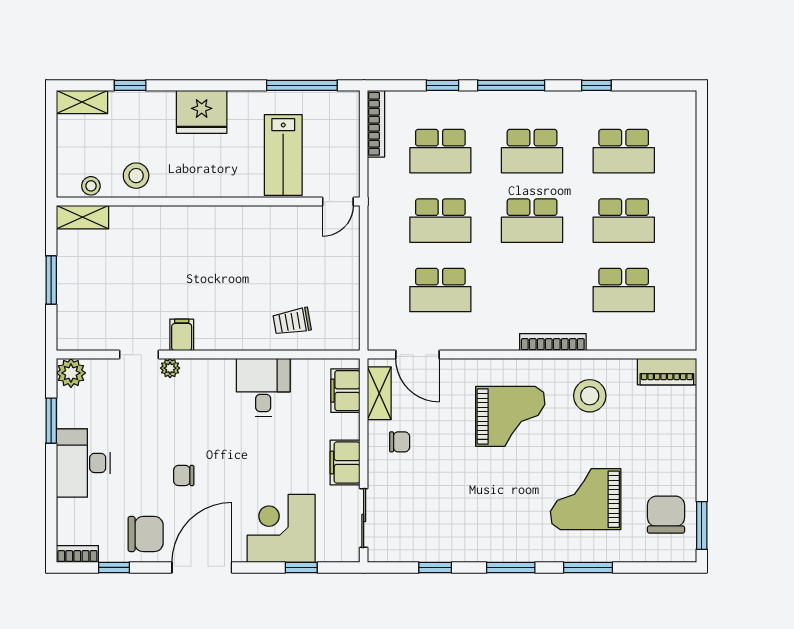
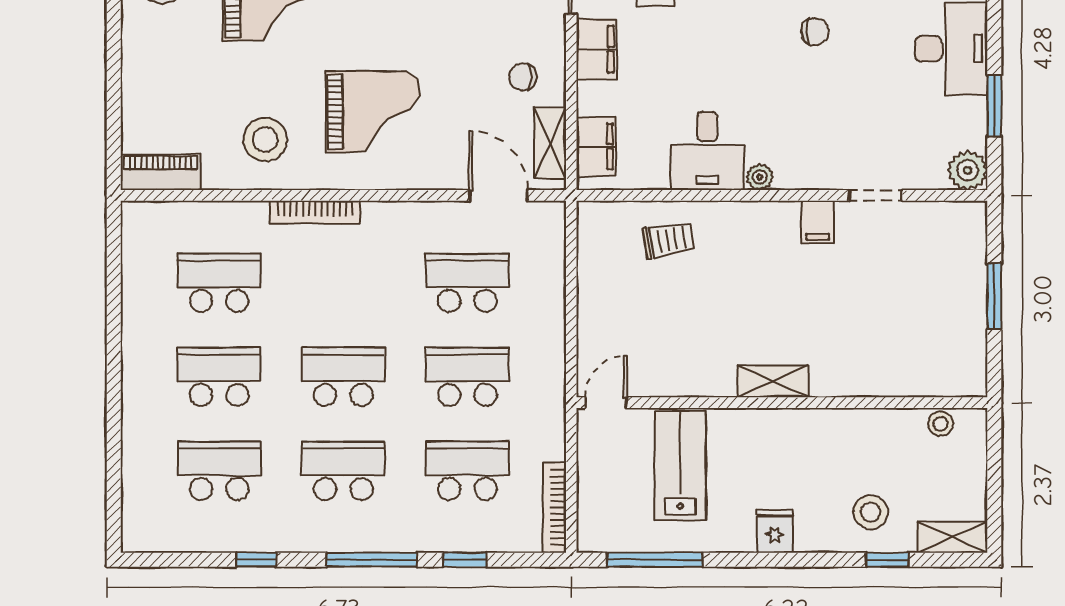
fridge: (202, 112) -> (775, 531), width x0.53, depth x0.75
stool: (136, 176) -> (871, 512), moved
shelving: (82, 217) -> (773, 381), moved
plant: (170, 368) -> (760, 177), moved
grand piano: (510, 416) -> (373, 111), turned 180

